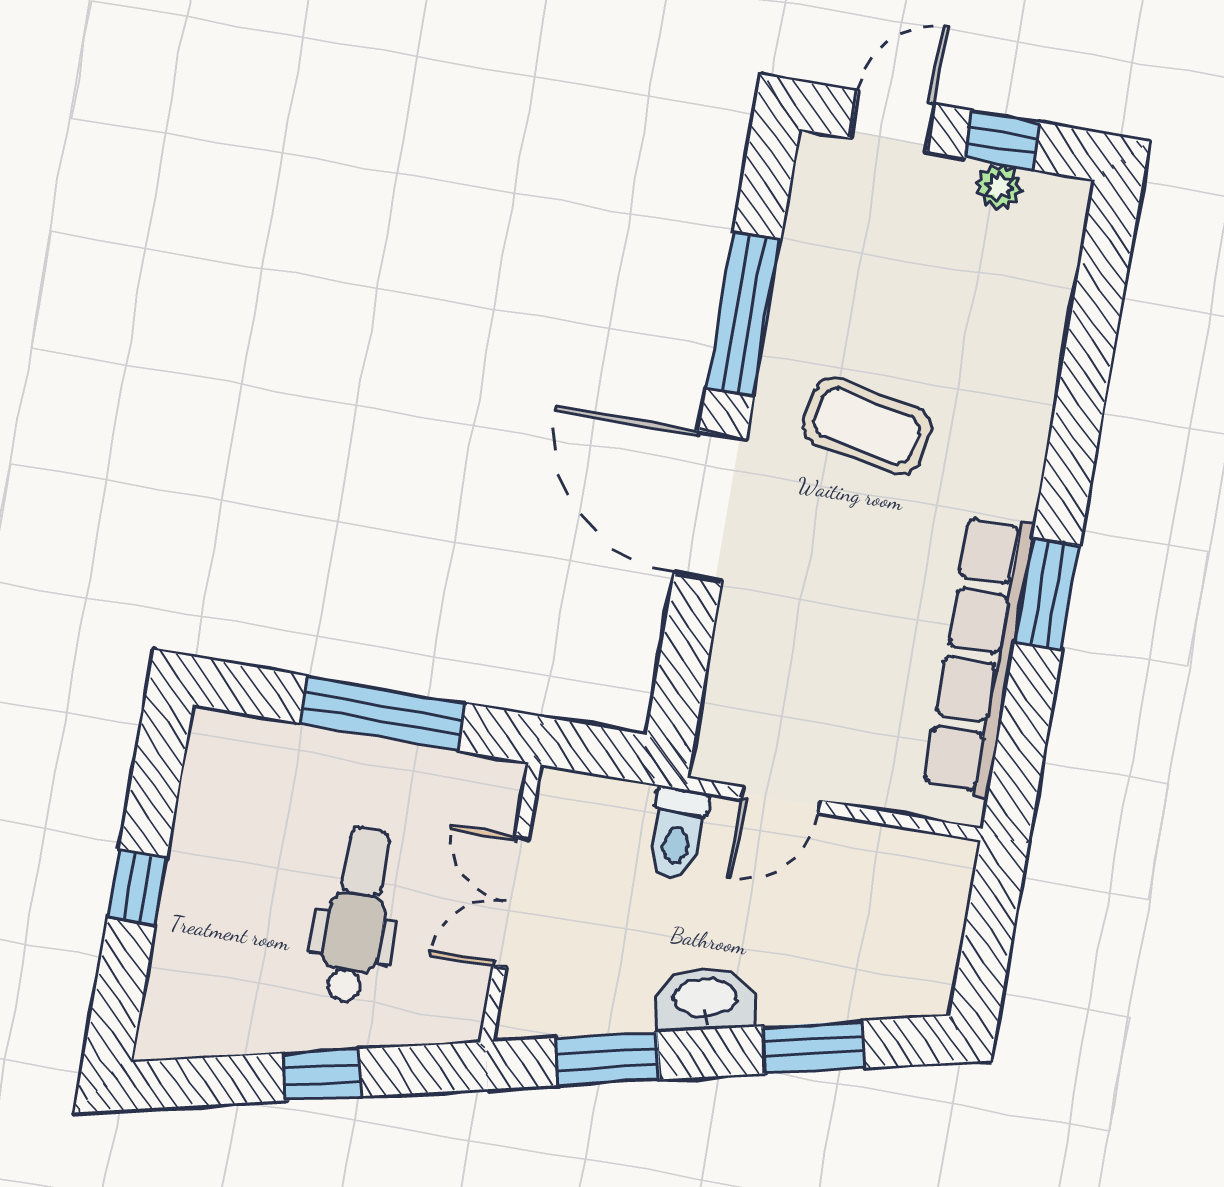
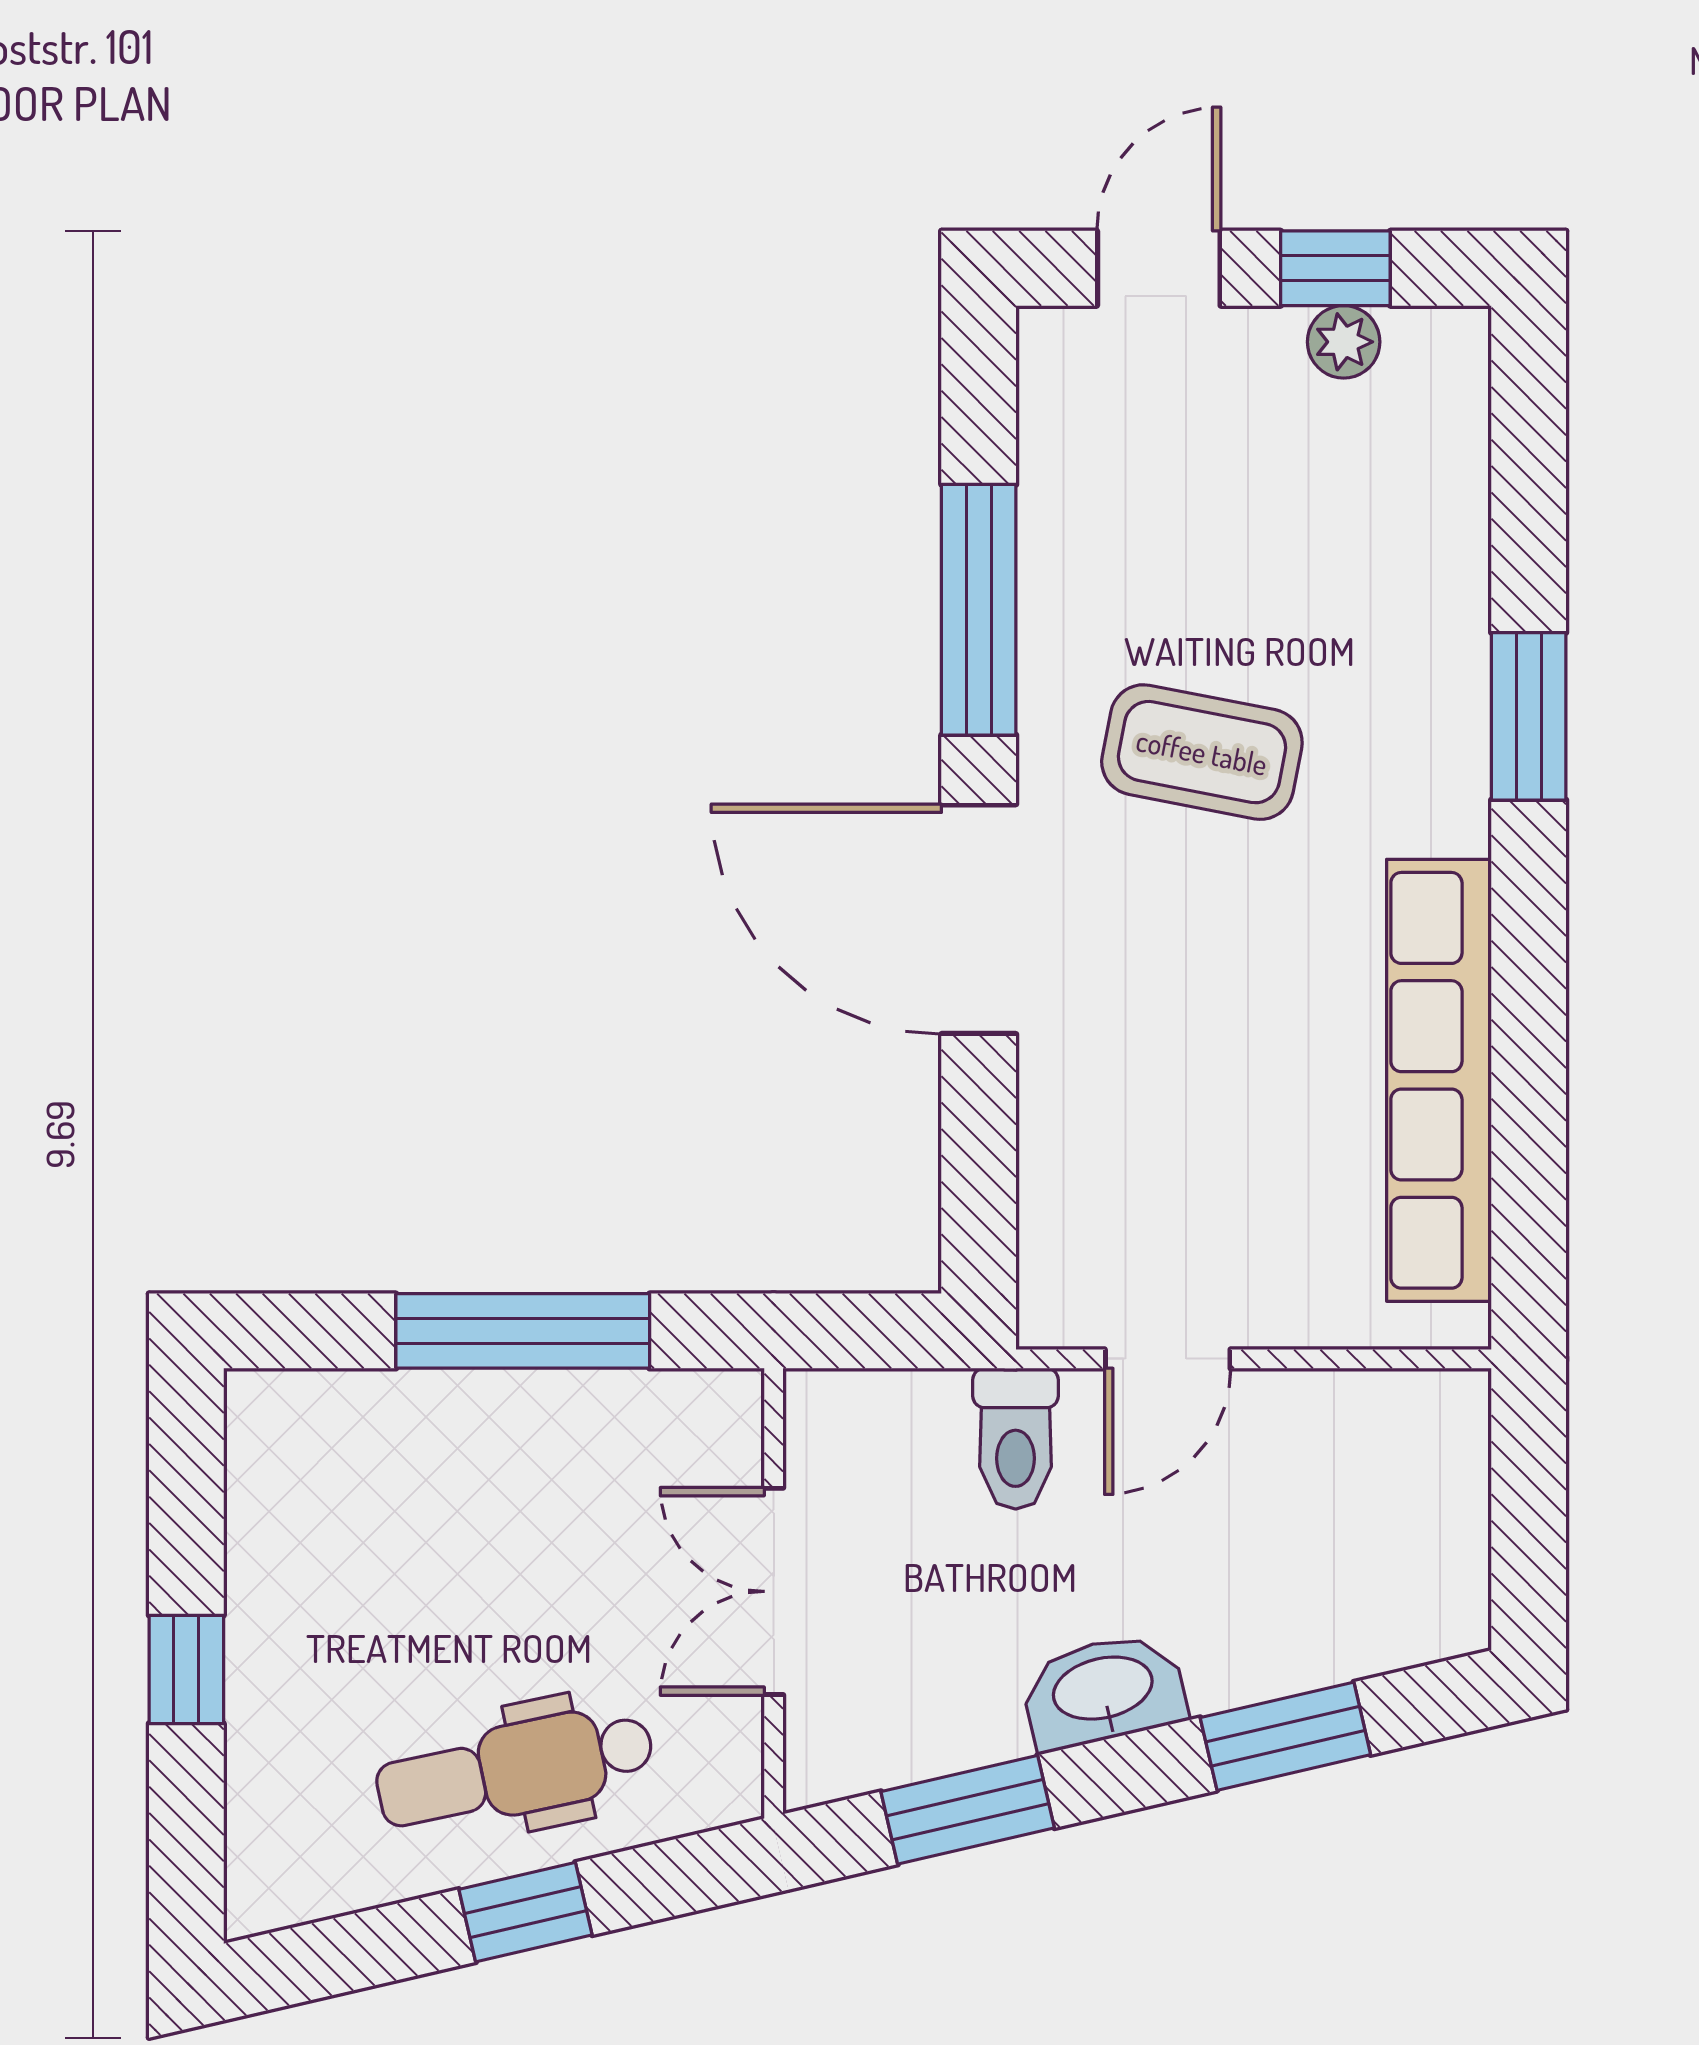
window: (1047, 594) -> (1529, 716), moved
dental chair: (356, 915) -> (515, 1769), moved, turned -102

